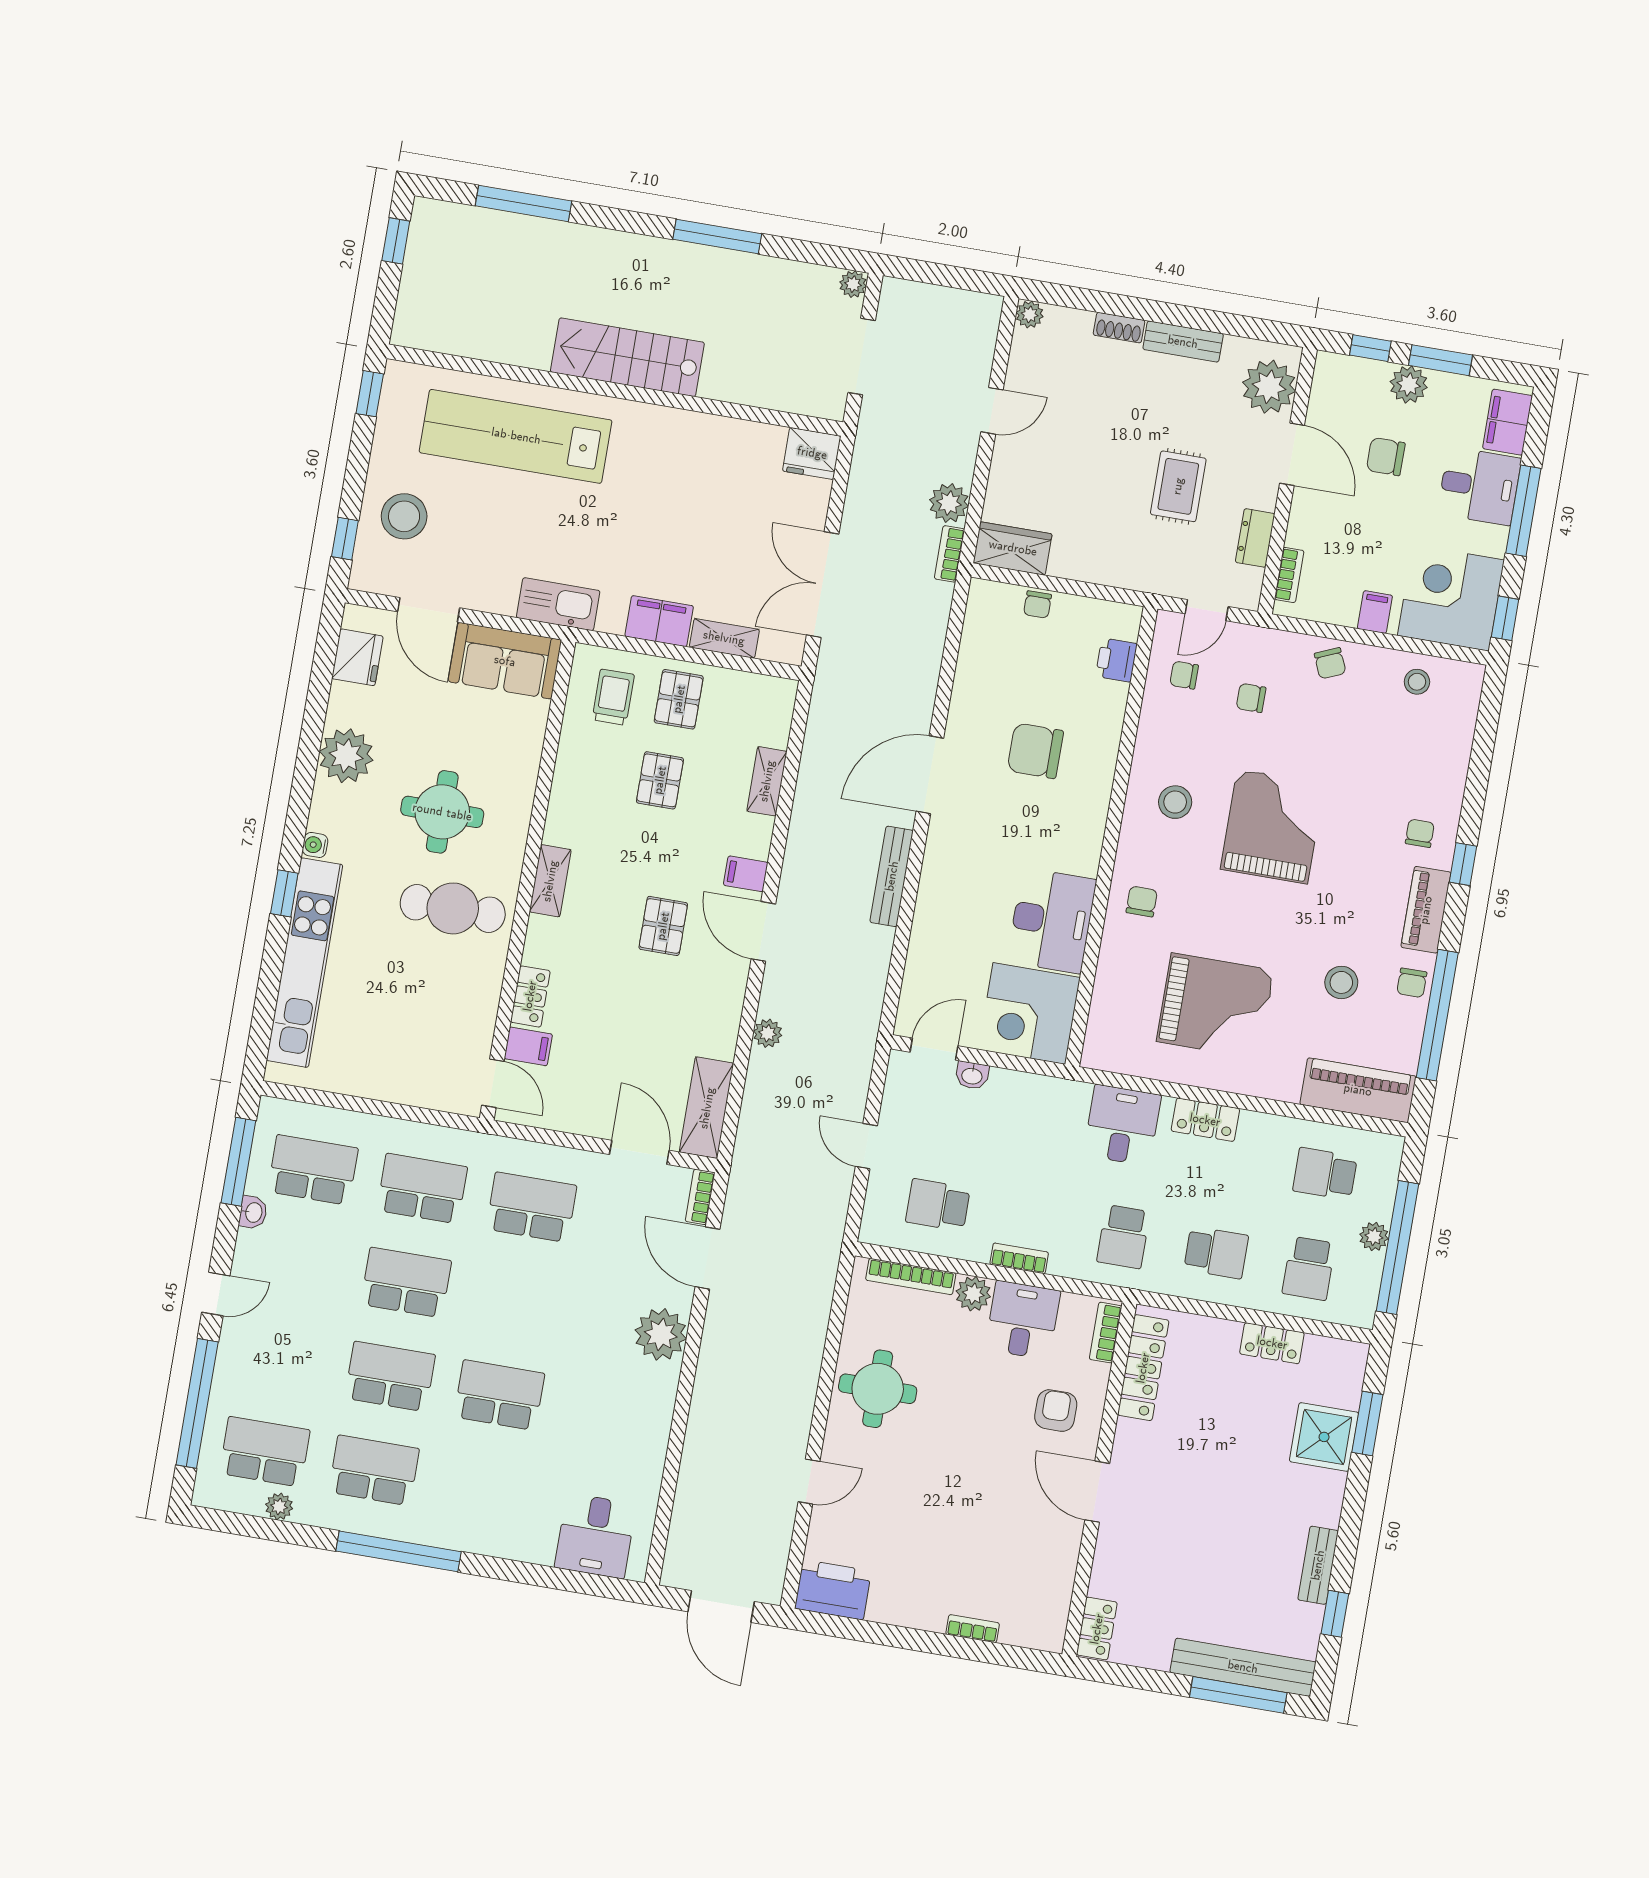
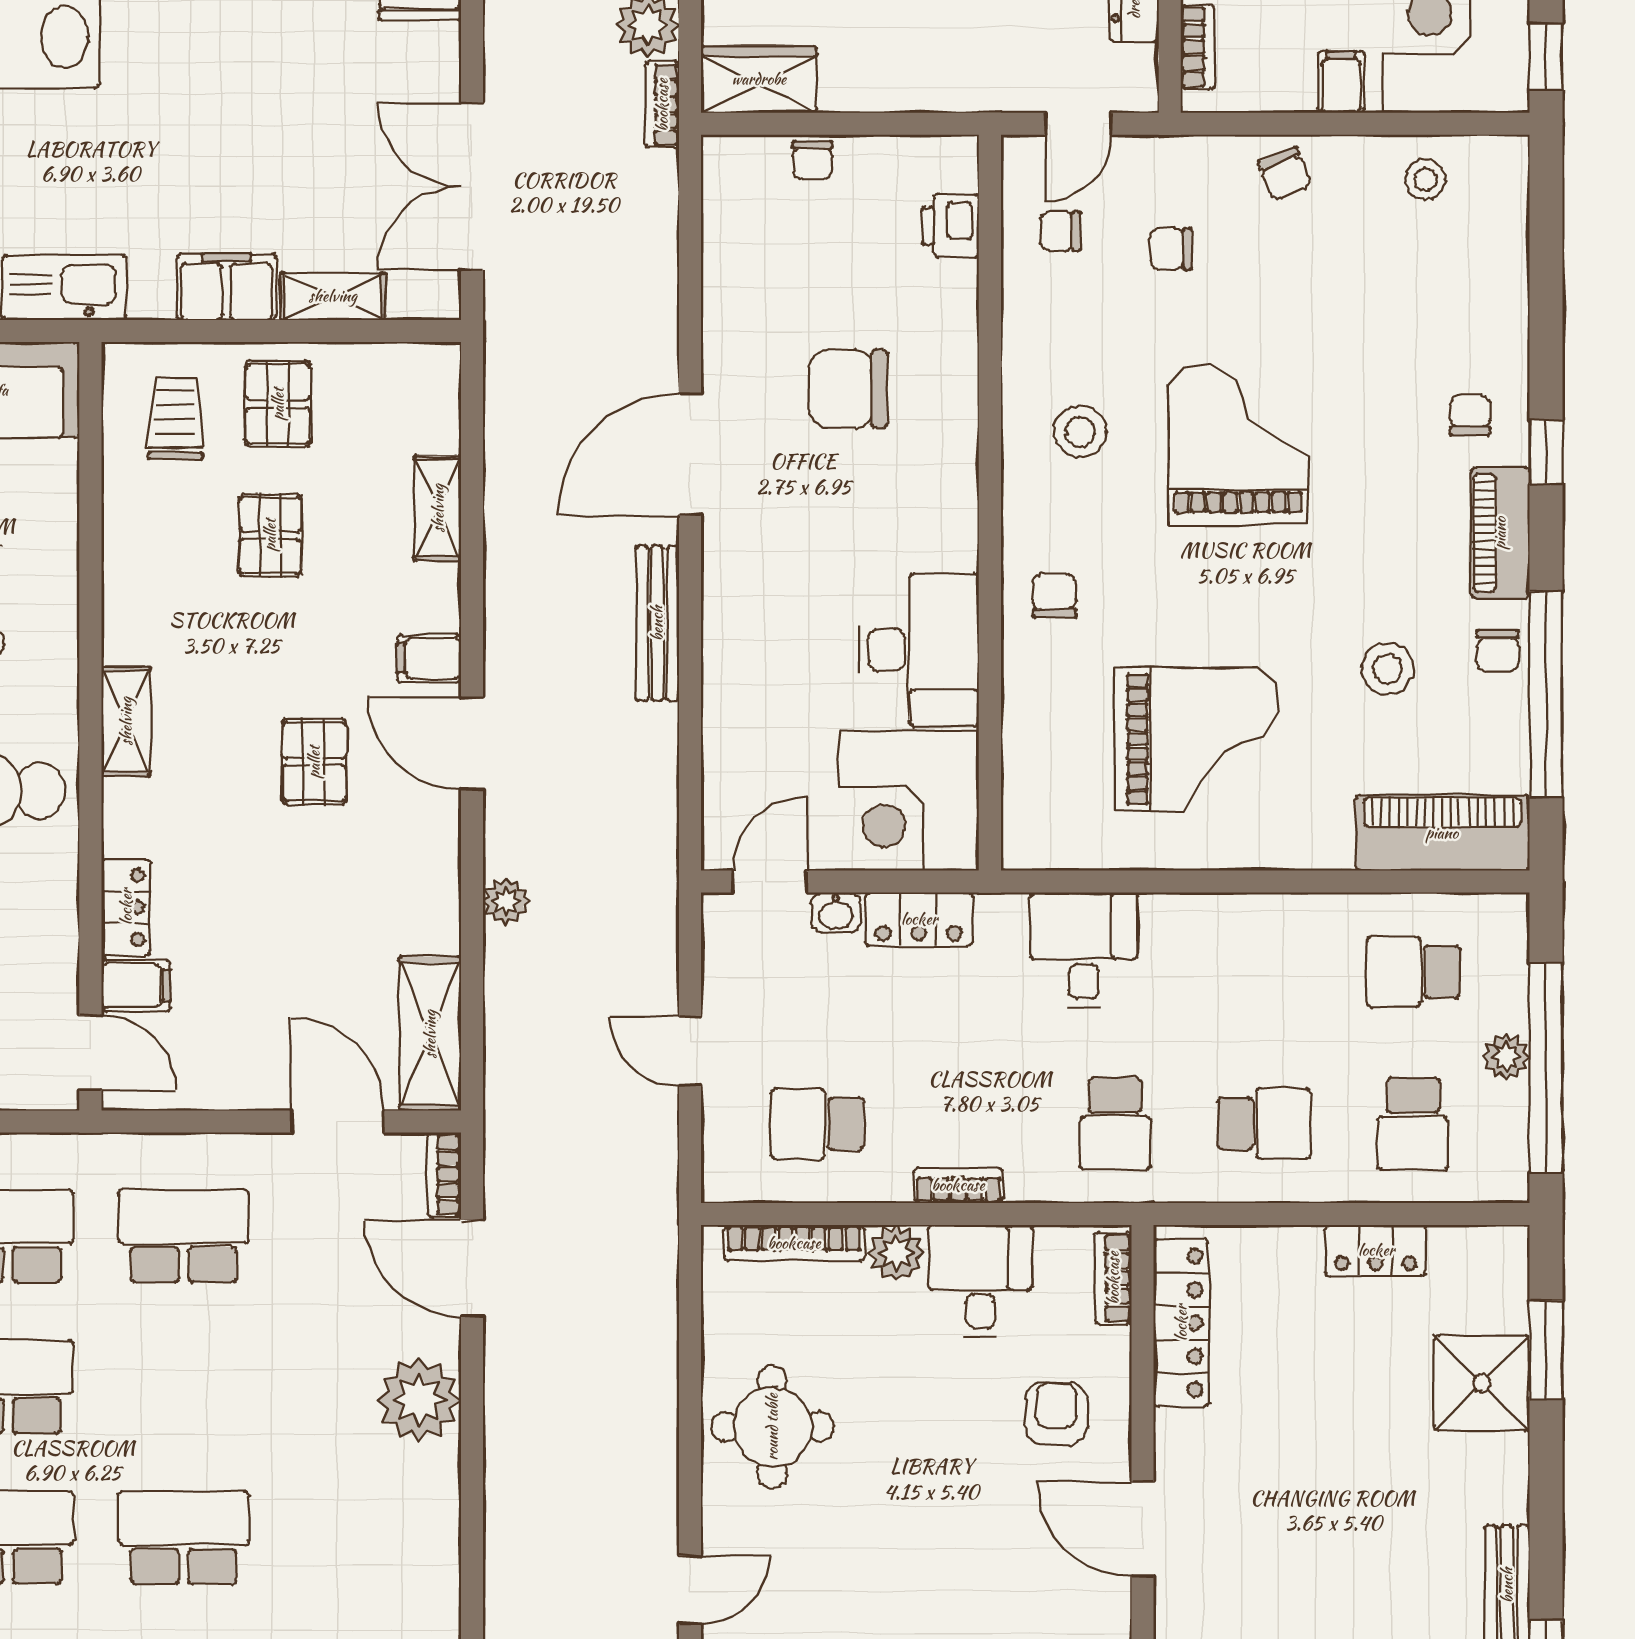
locker: (1205, 1120) -> (919, 919), moved

